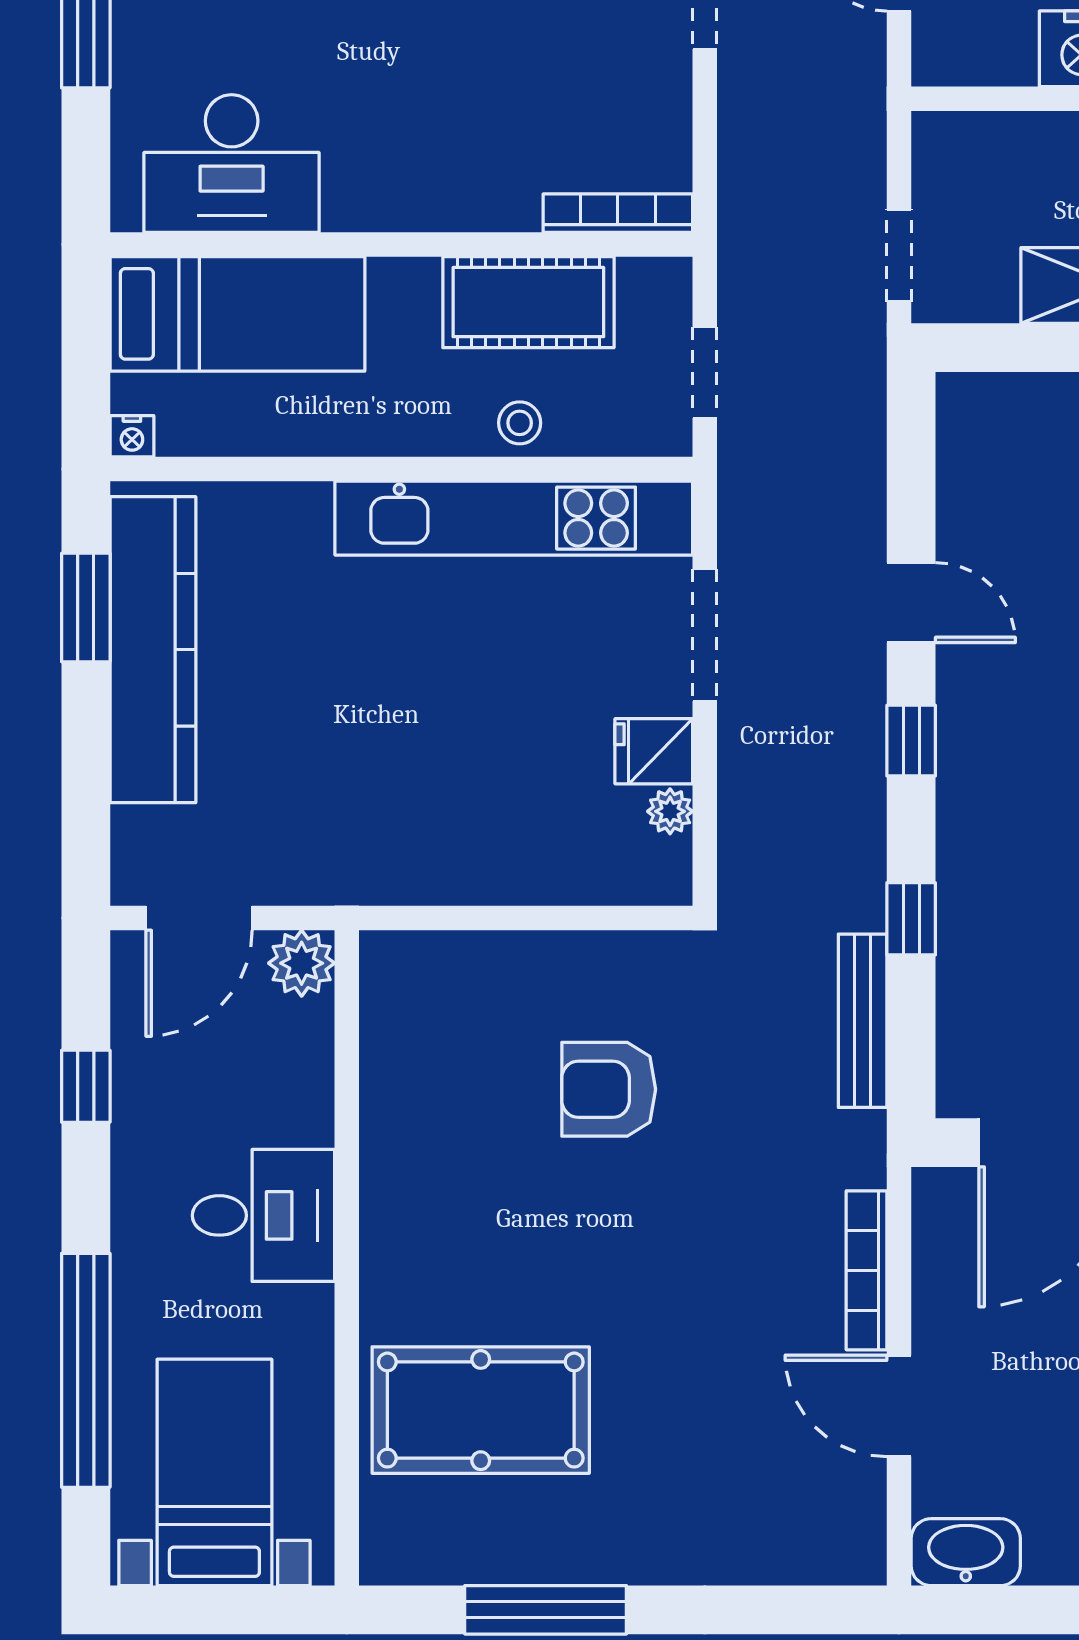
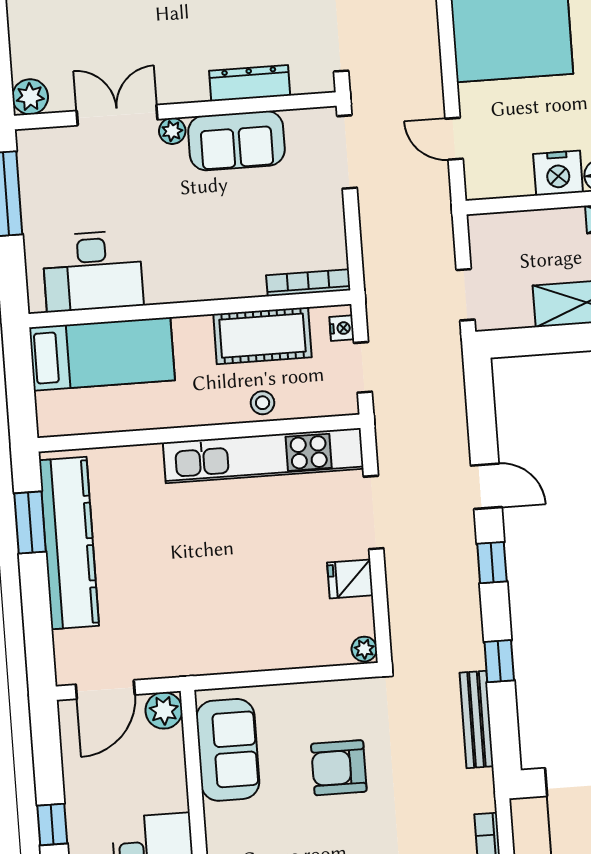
nightstand: (132, 436) -> (342, 328), moved, turned -90
plant: (670, 811) -> (364, 649), moved
sofa: (411, 1043) -> (228, 750), added
window: (86, 1086) -> (52, 824), moved

